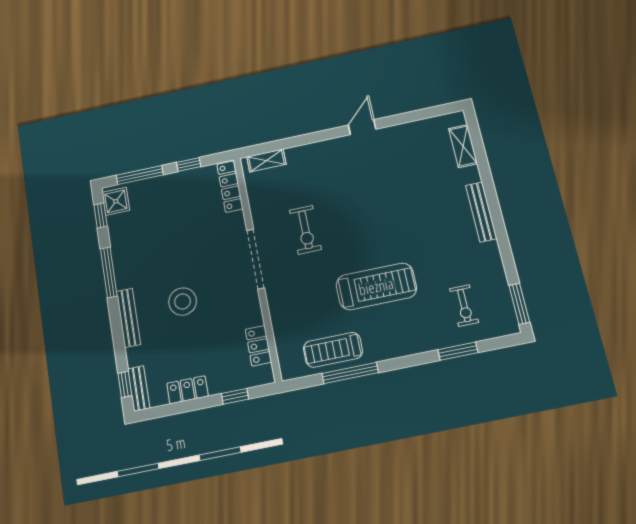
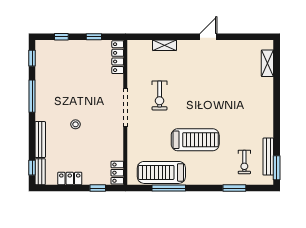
shelving: (266, 161) -> (164, 45), moved
window: (140, 175) -> (61, 37), width x0.46
shower: (116, 201) -> (43, 51), removed
bench: (481, 212) -> (268, 157), moved
stool: (183, 301) -> (76, 124), width x0.53, depth x0.53
bench: (128, 318) -> (40, 140), moved
locker: (258, 346) -> (117, 173), moved
treadmill: (333, 350) -> (161, 172), width x1.37, depth x1.38

